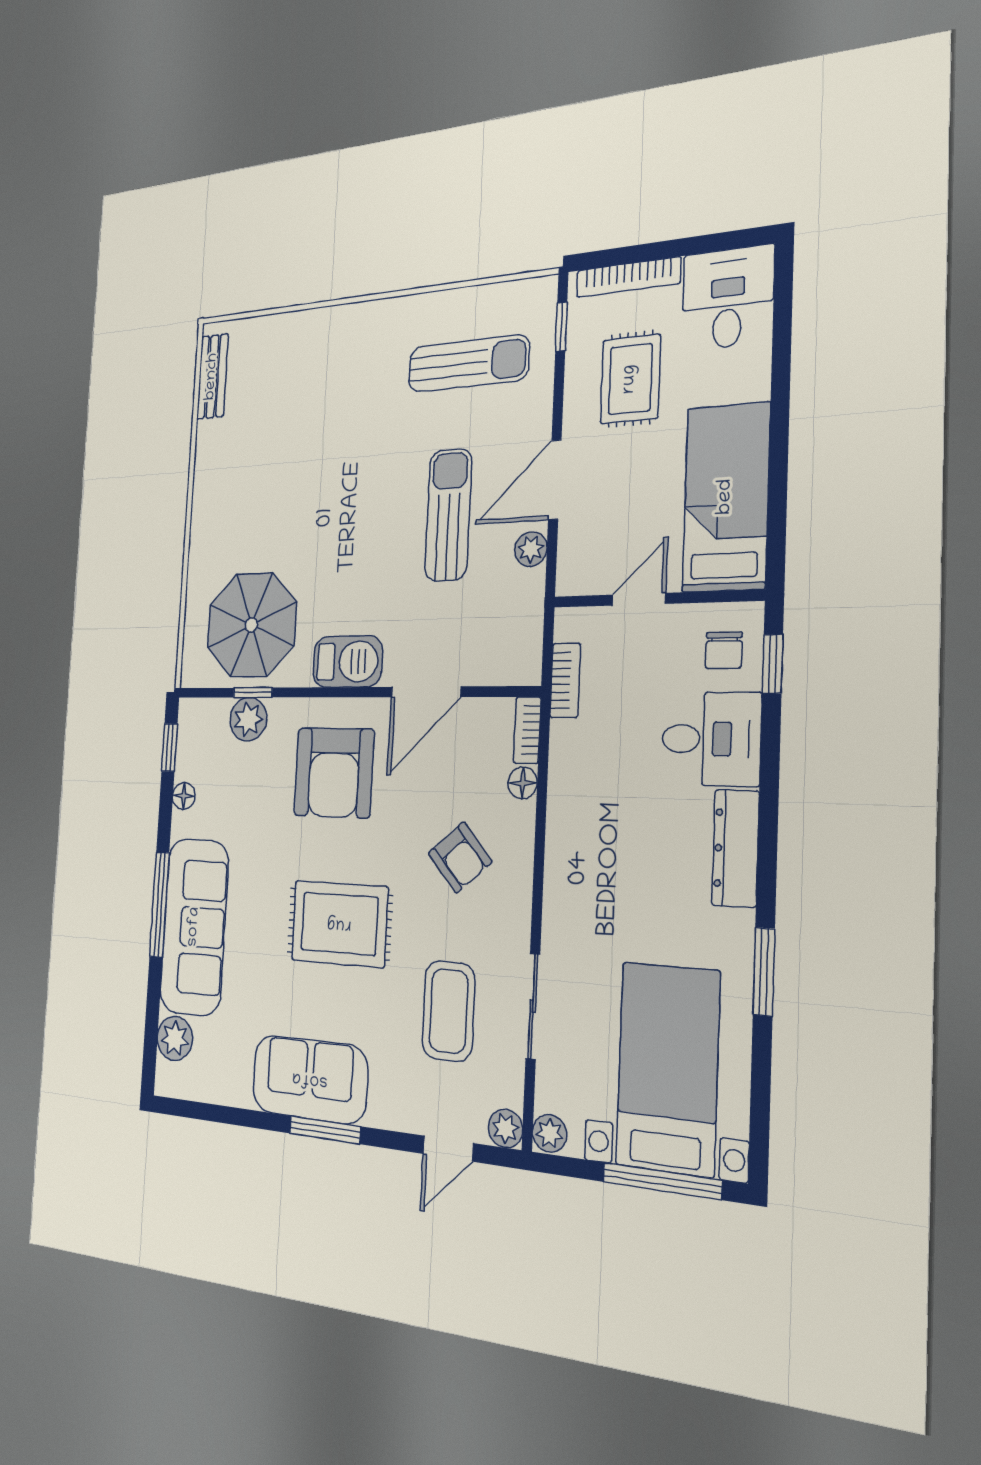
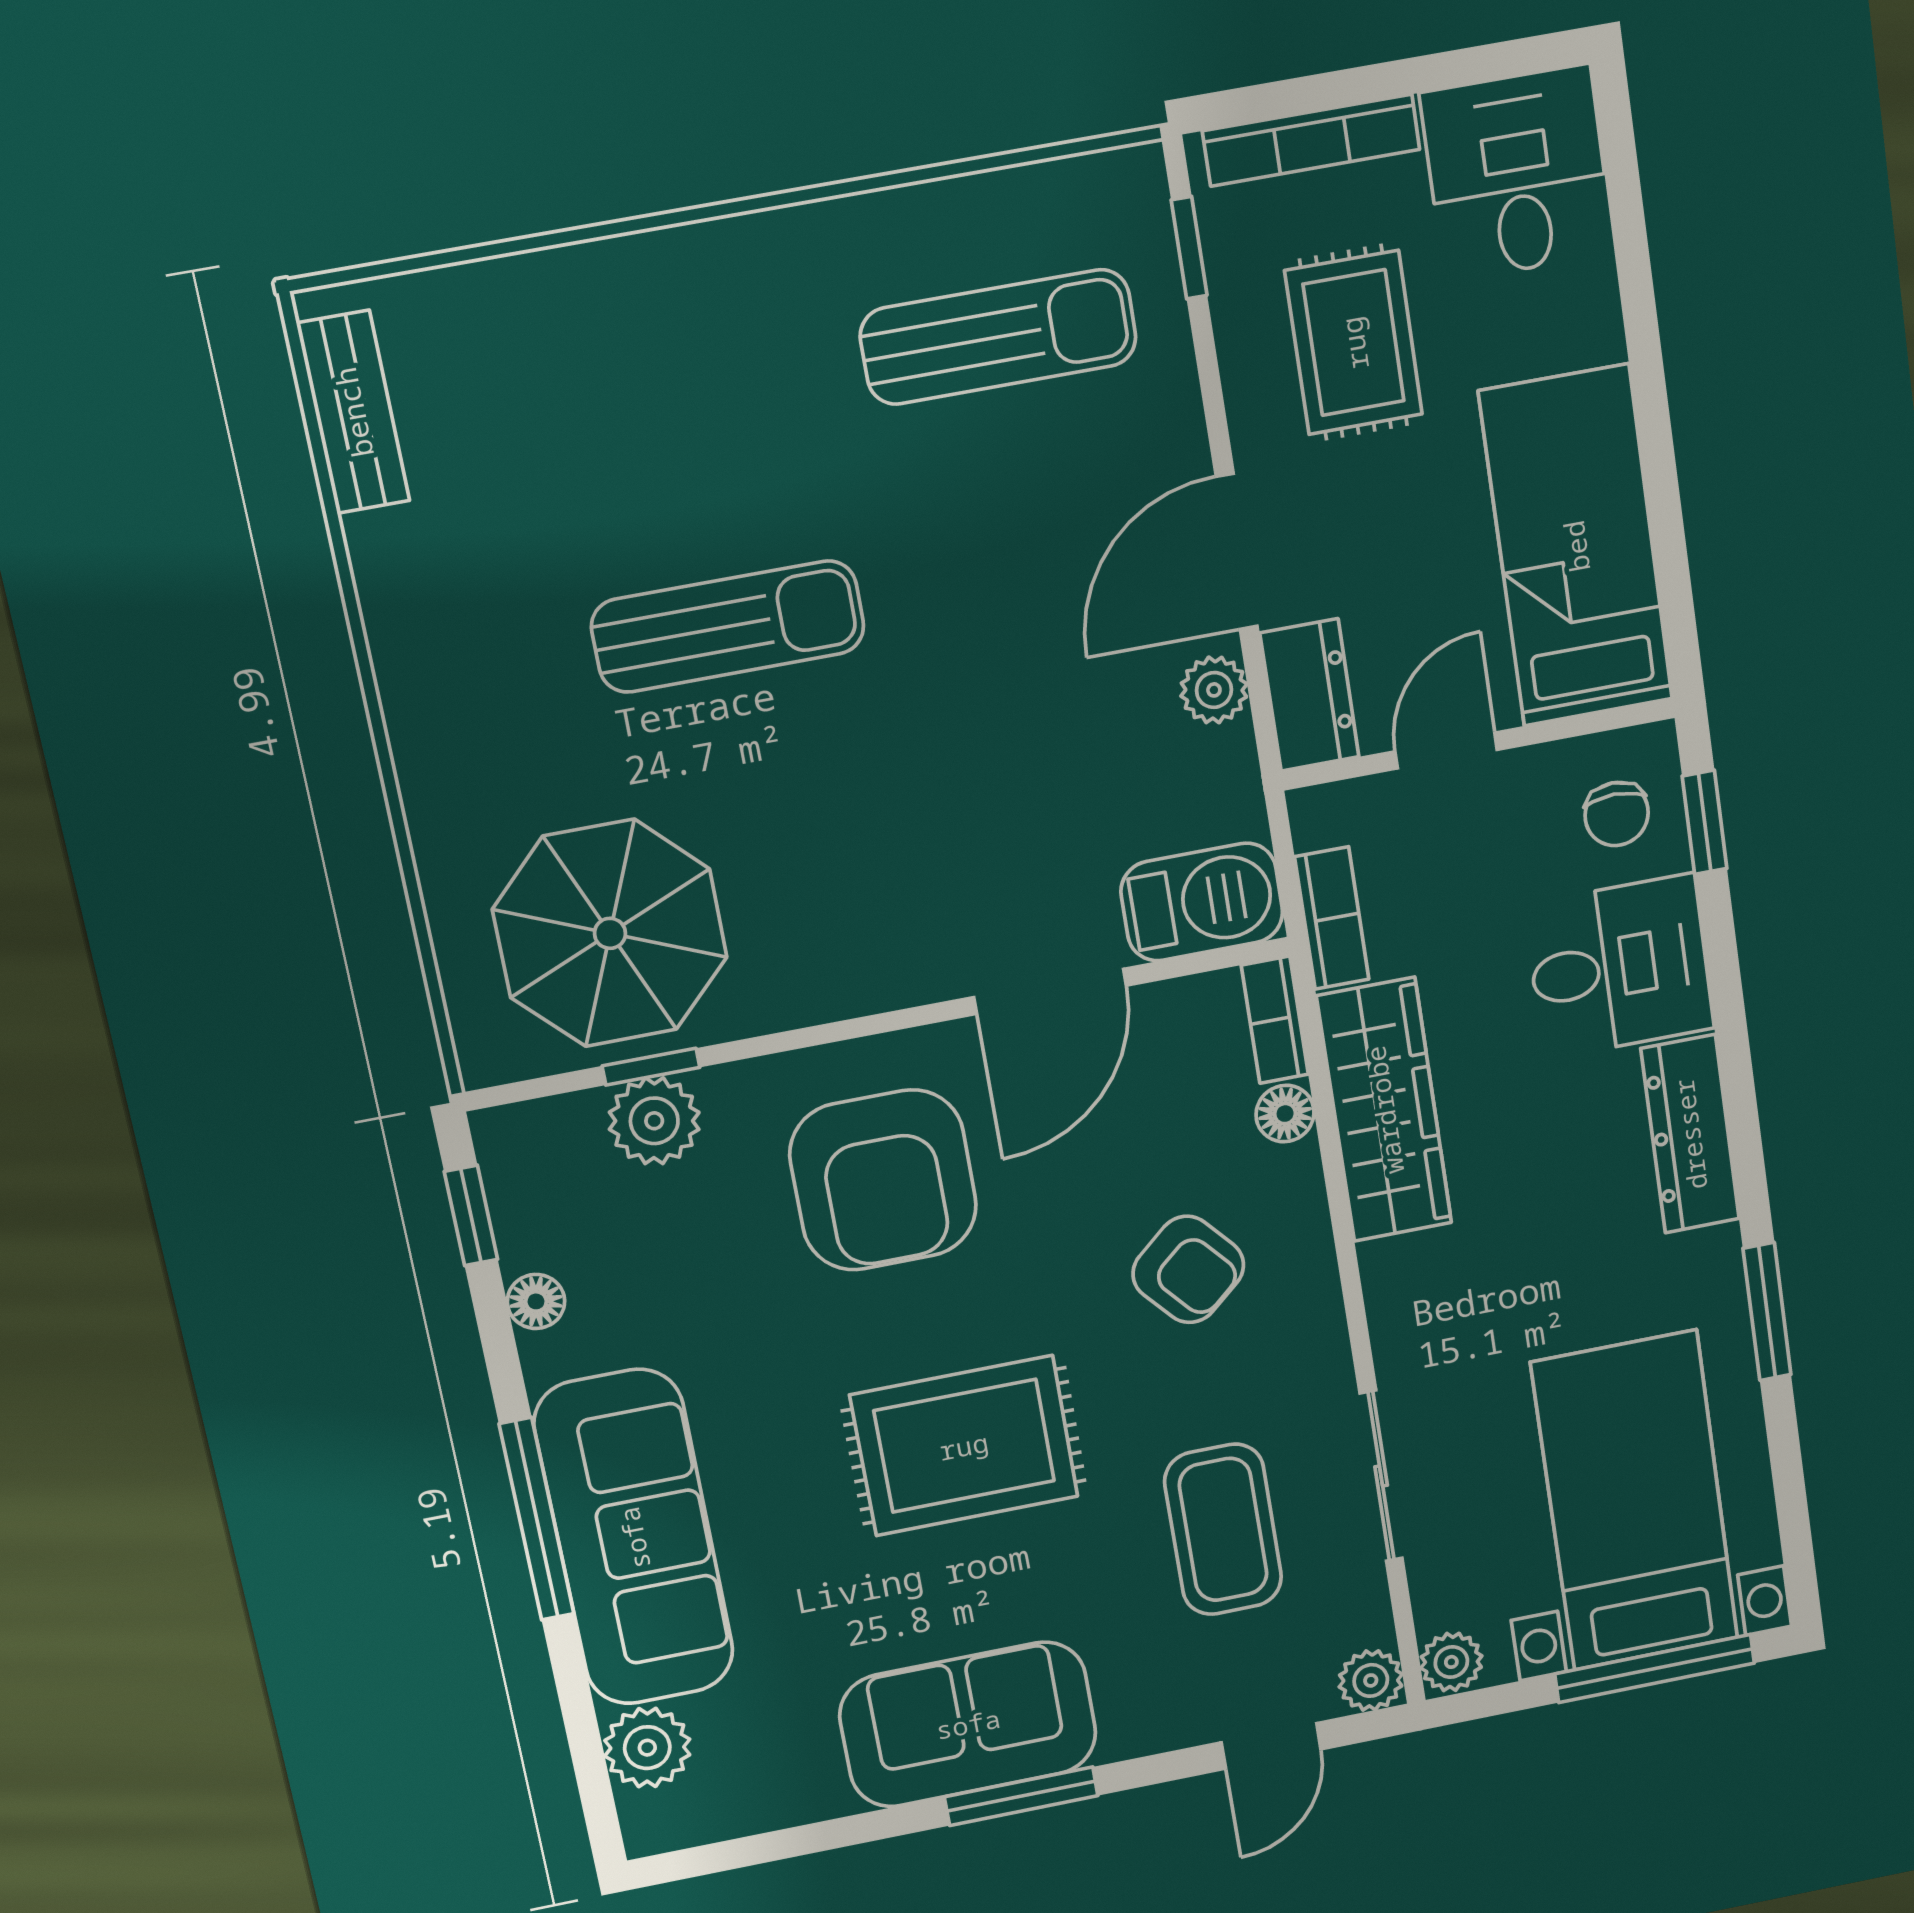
sun lounger: (448, 515) -> (728, 627), moved, turned 90
dresser: (576, 559) -> (1310, 695), added
barbecue: (348, 662) -> (1202, 902), moved
wardrobe: (572, 793) -> (1384, 1110), added

